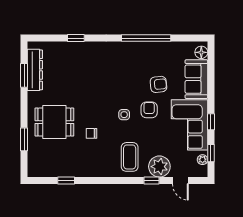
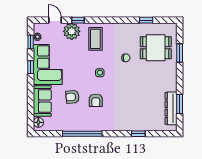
armchair: (149, 110) -> (96, 100), moved
dining table: (54, 122) -> (156, 48), moved

